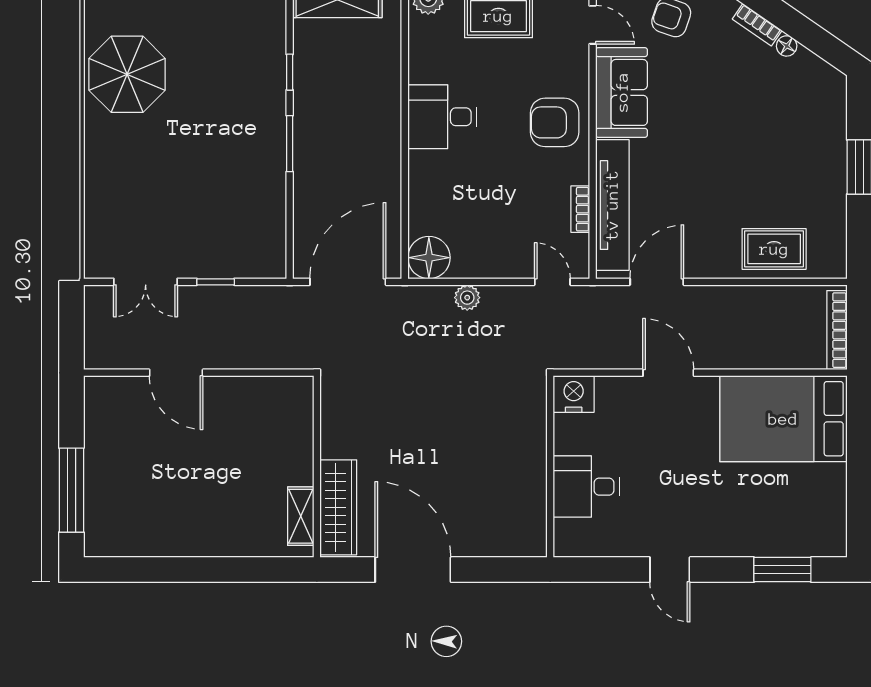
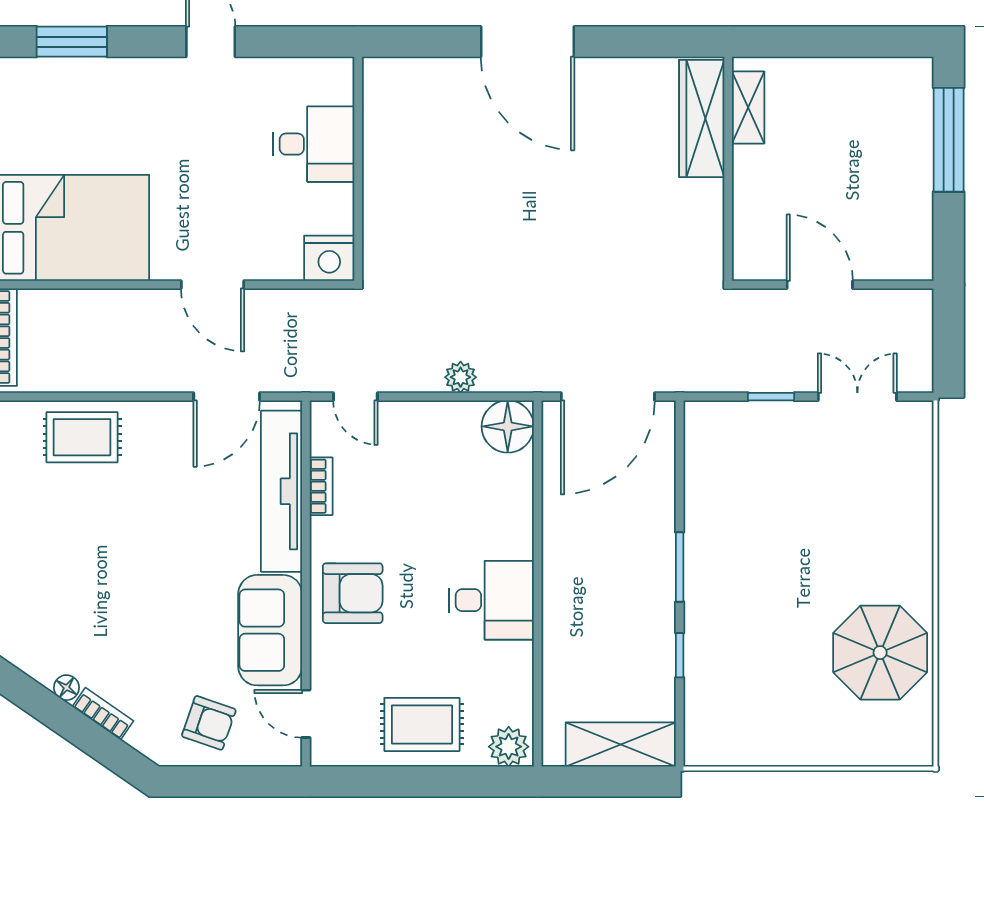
wall: (317, 467) -> (728, 169), moved
wardrobe: (338, 507) -> (702, 118), moved
shelving: (301, 516) -> (748, 108), moved

